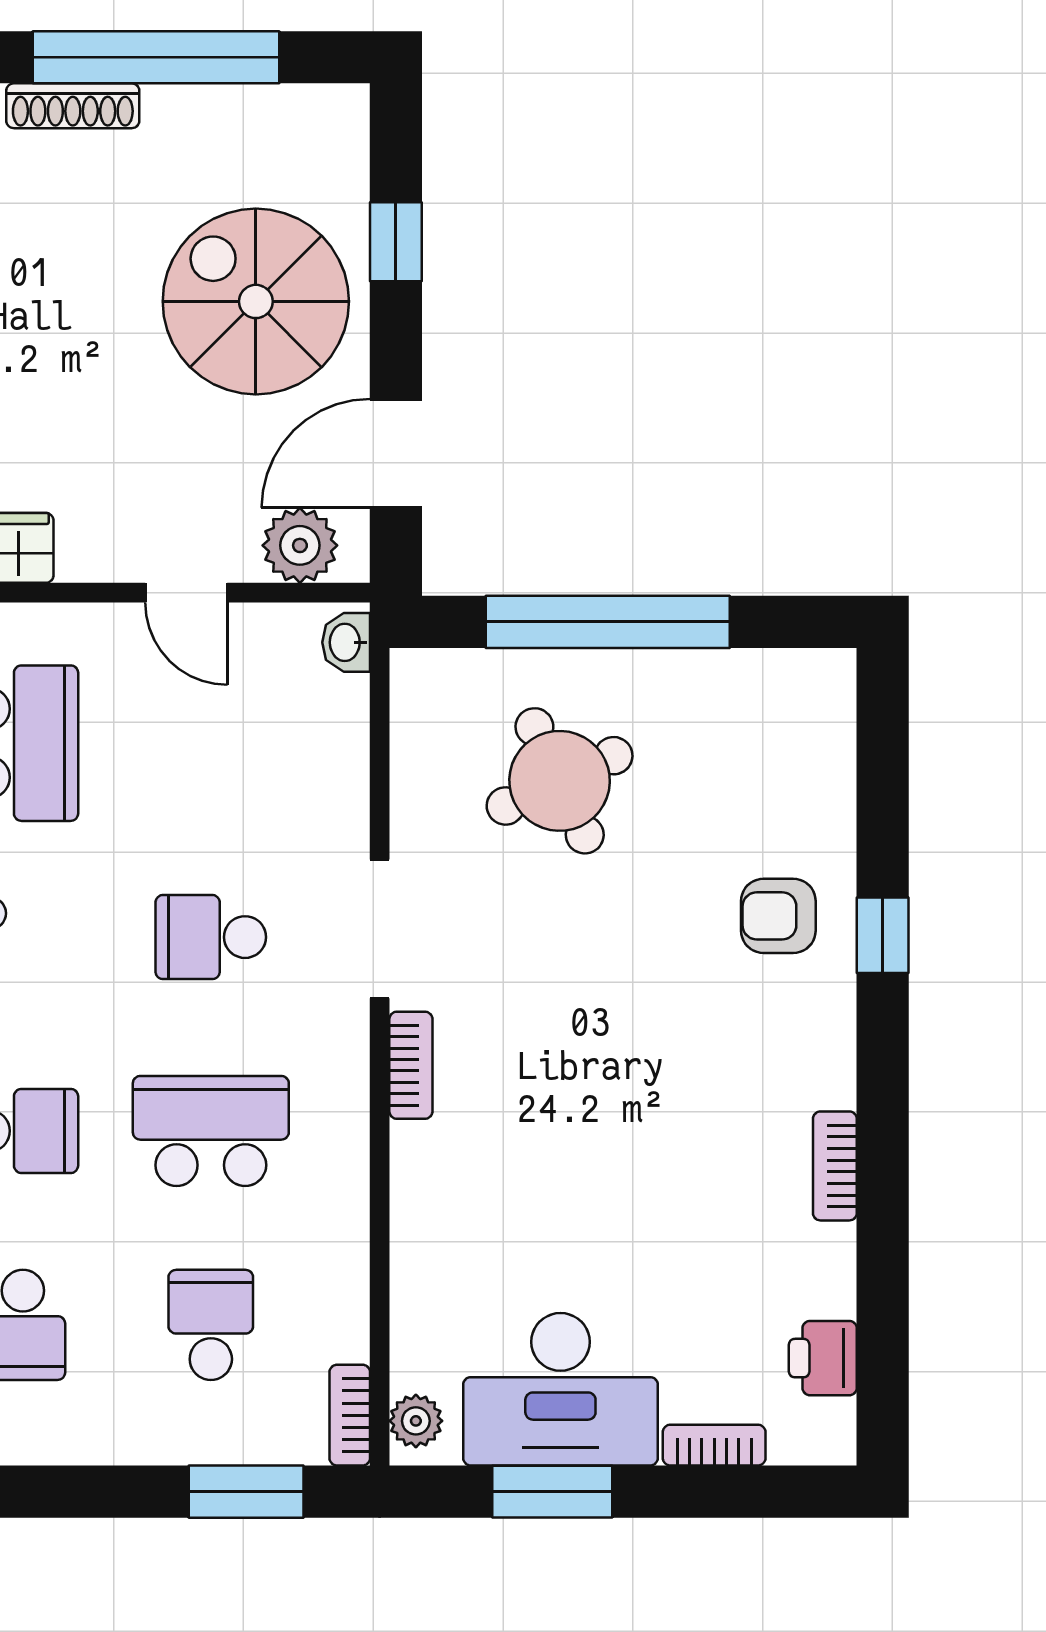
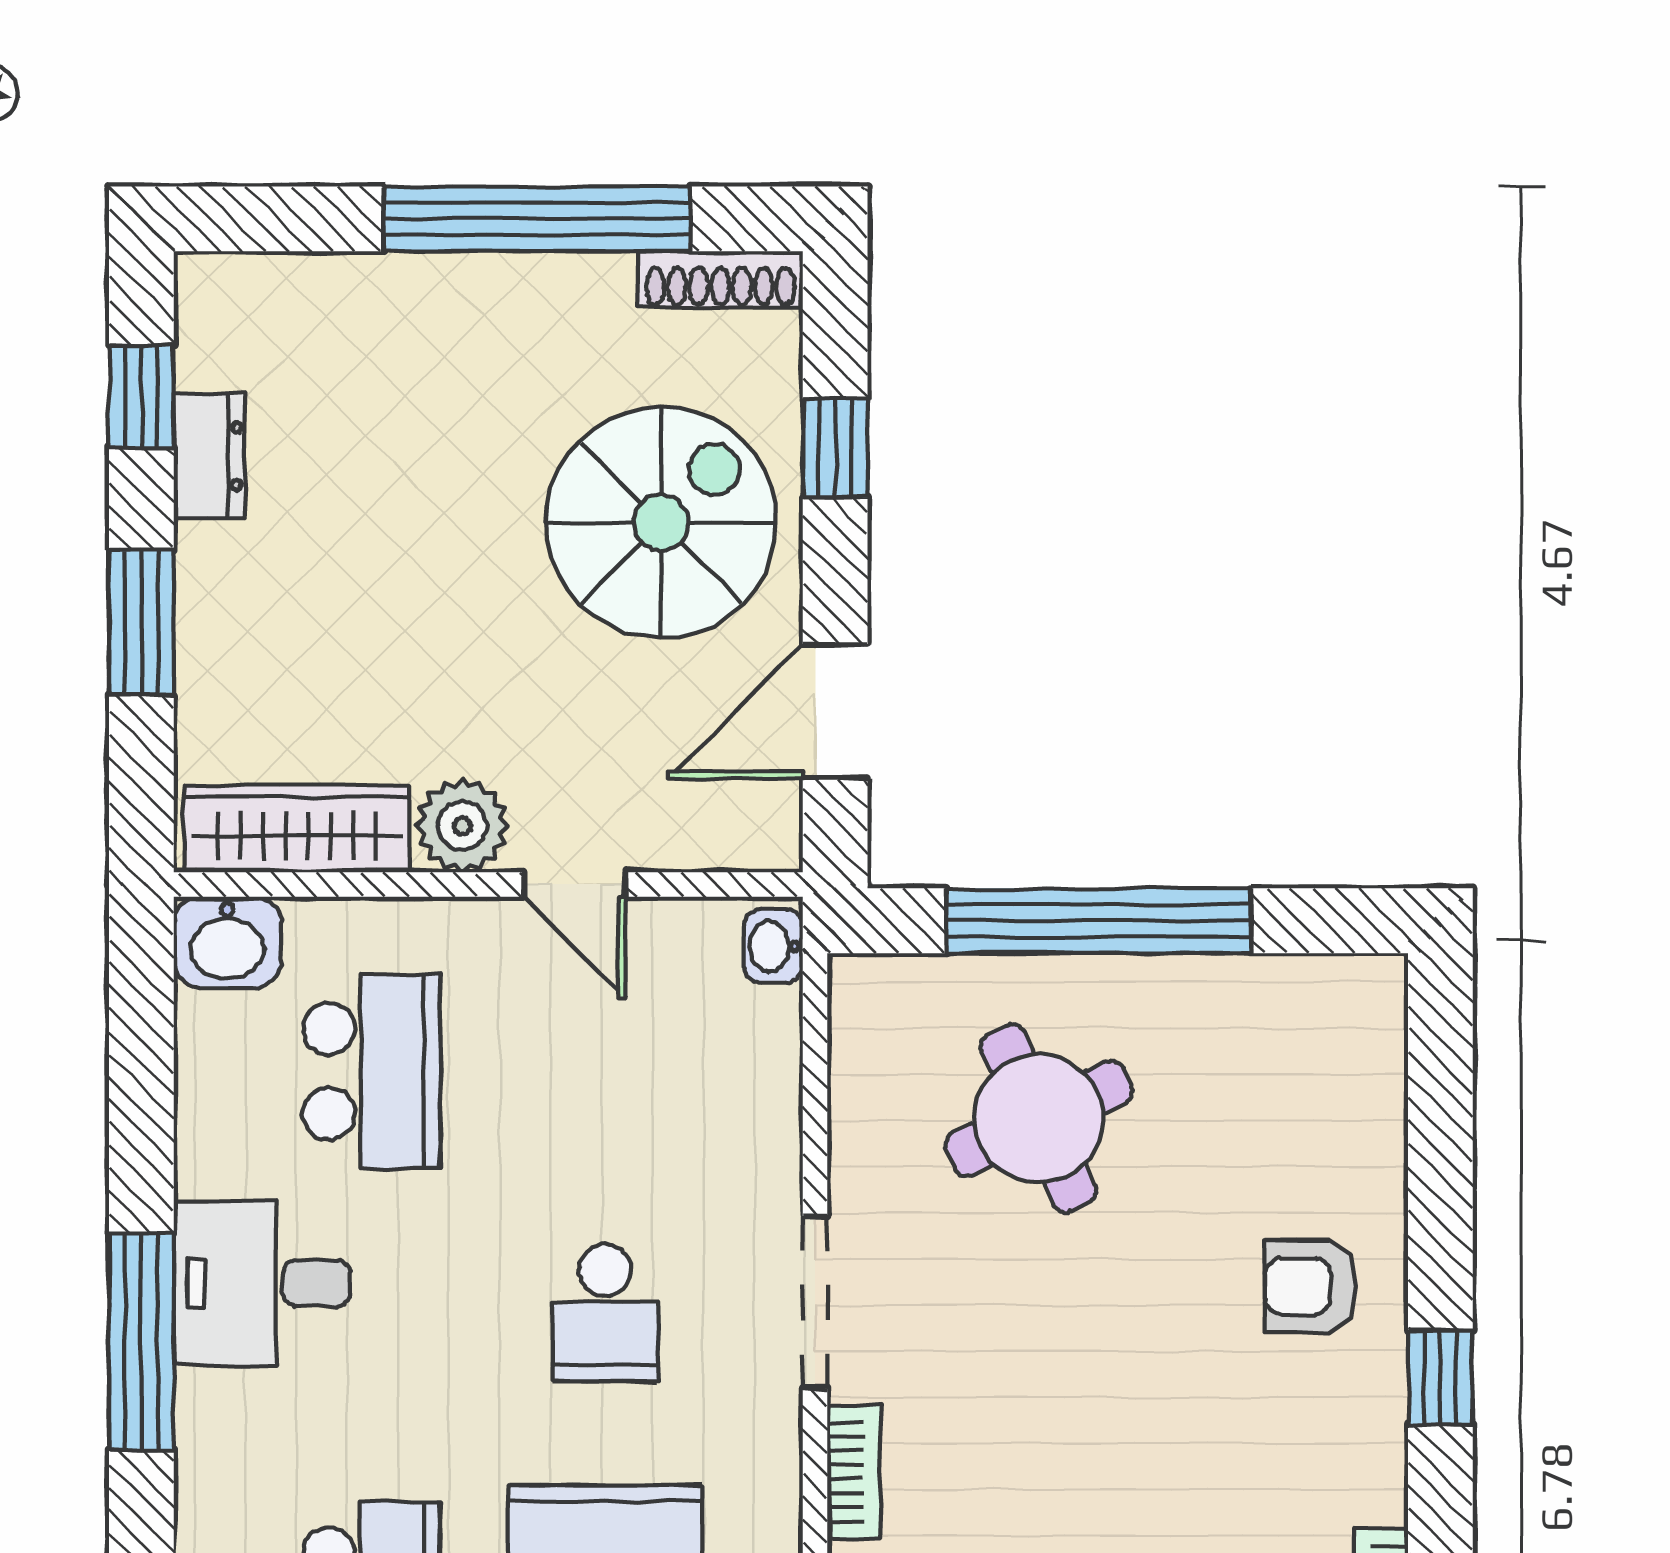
shoe rack: (73, 106) -> (720, 279), moved
spiral stairs: (256, 301) -> (661, 522), turned 90
plant: (300, 545) -> (462, 826), moved
window: (883, 935) -> (1440, 1378), moved
school desk: (211, 937) -> (605, 1313), turned -90

